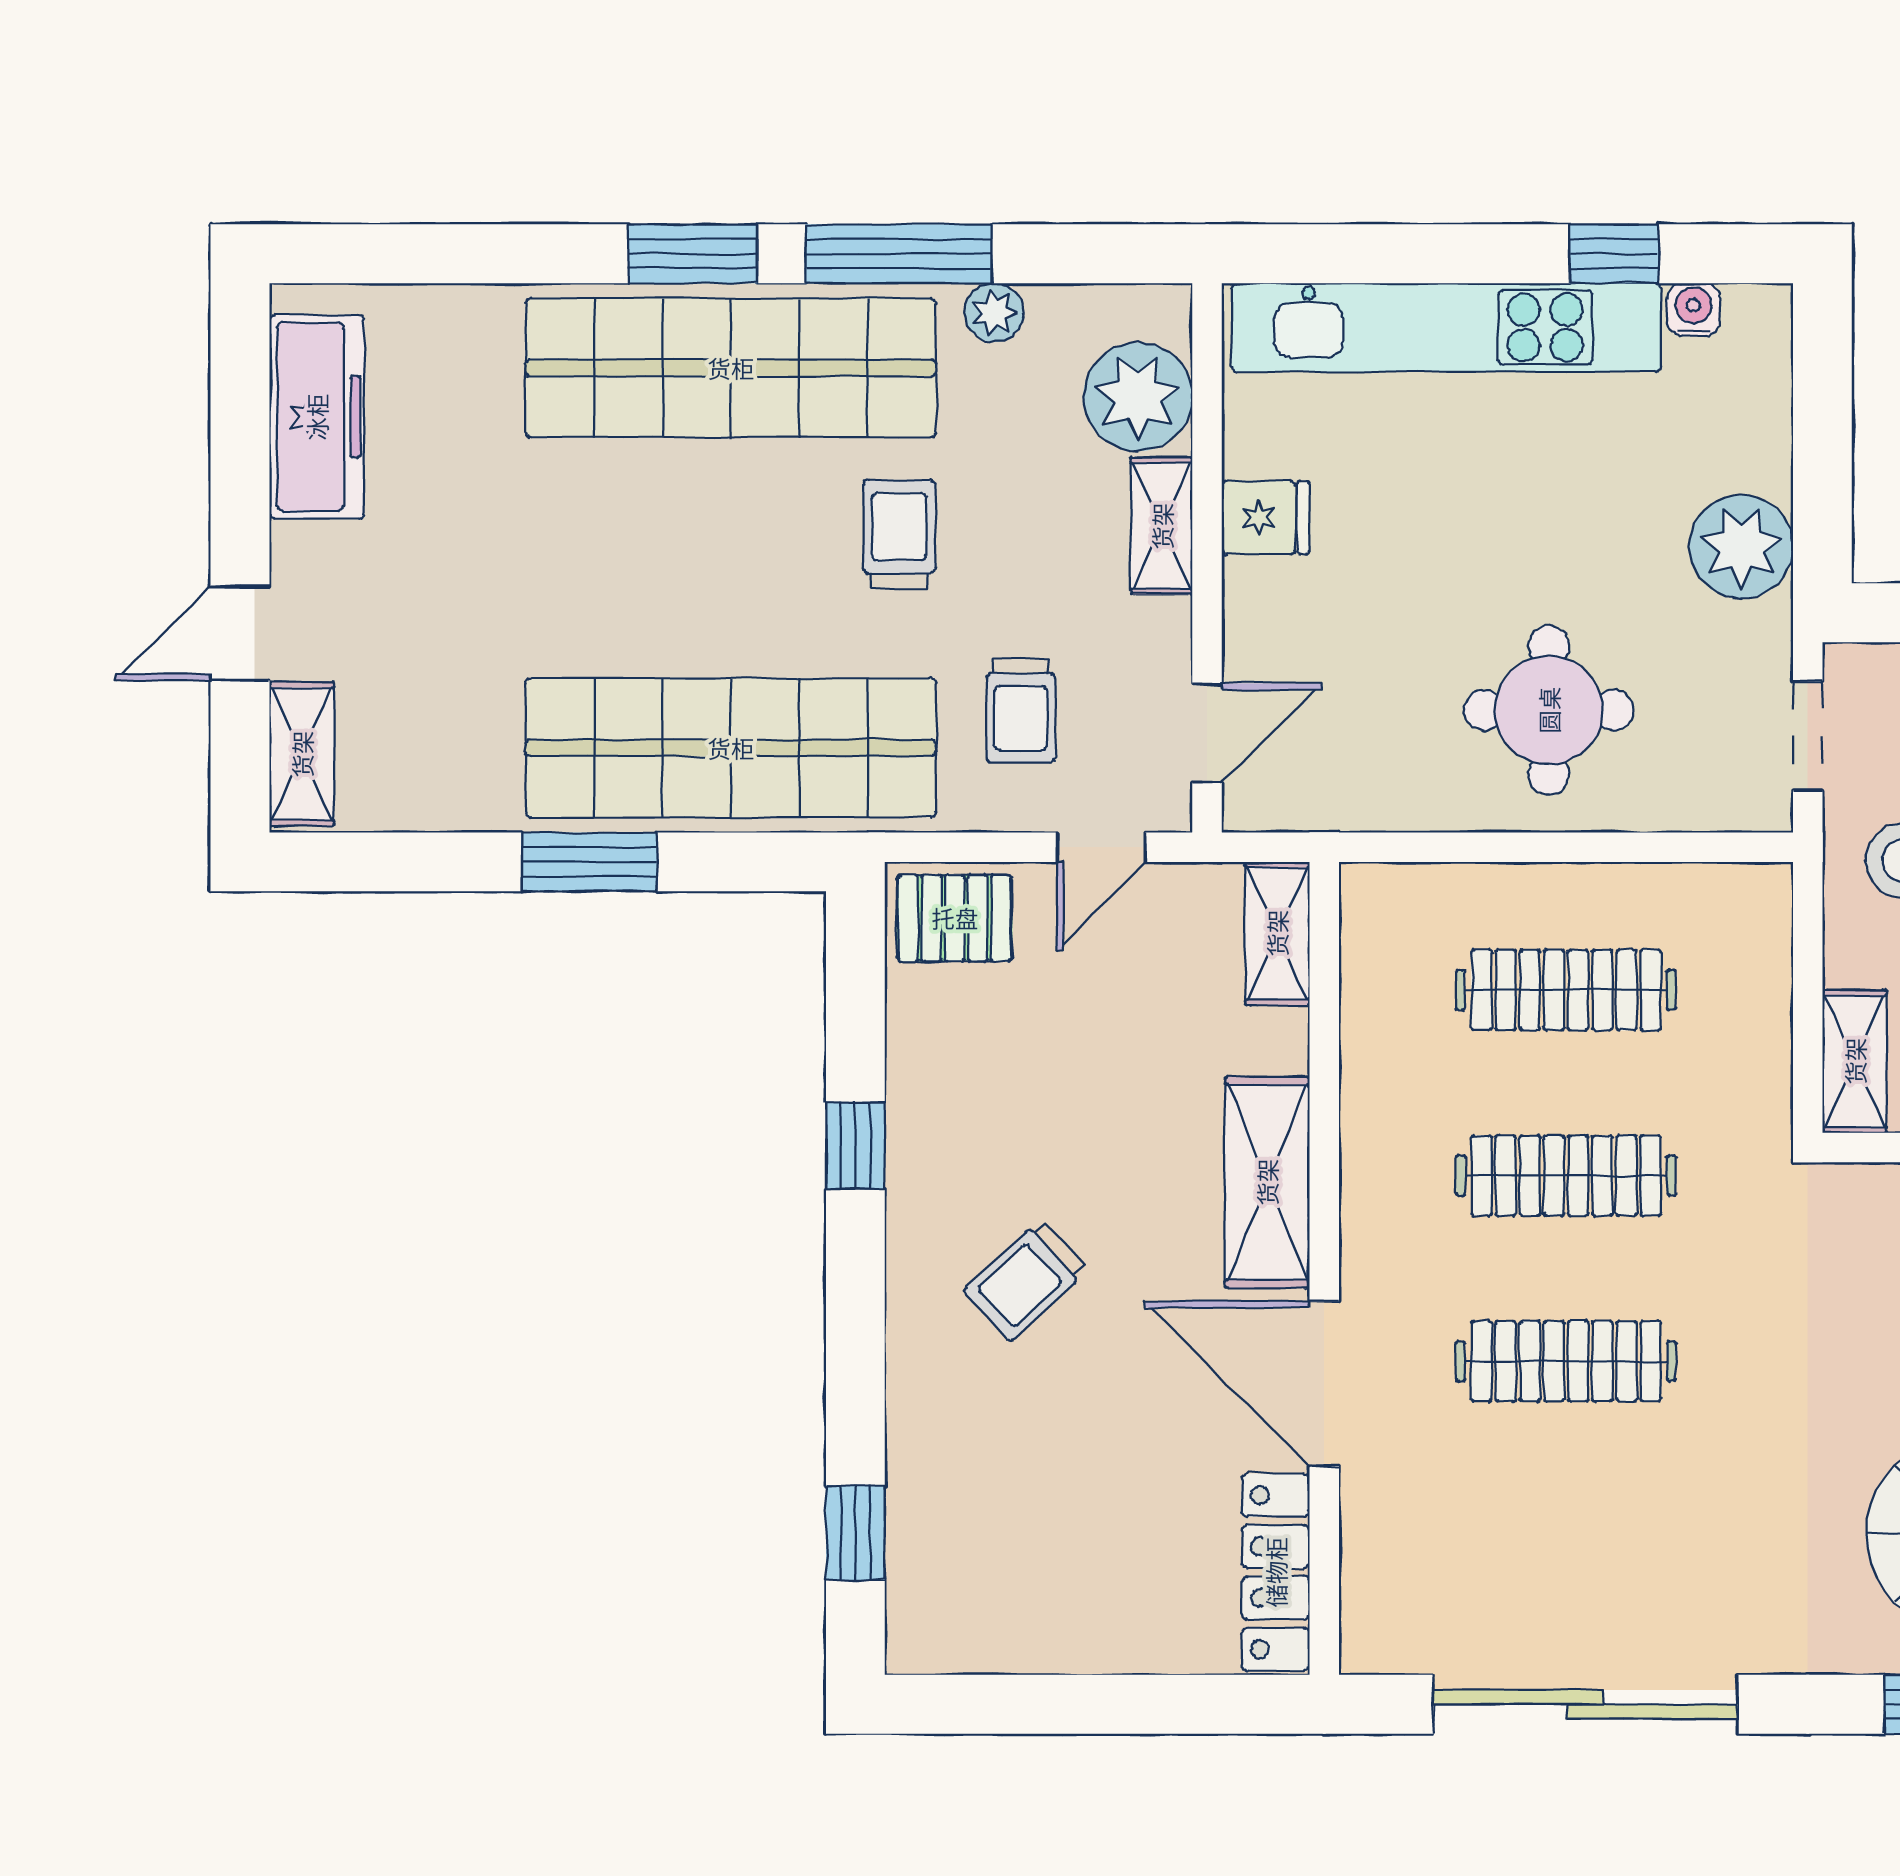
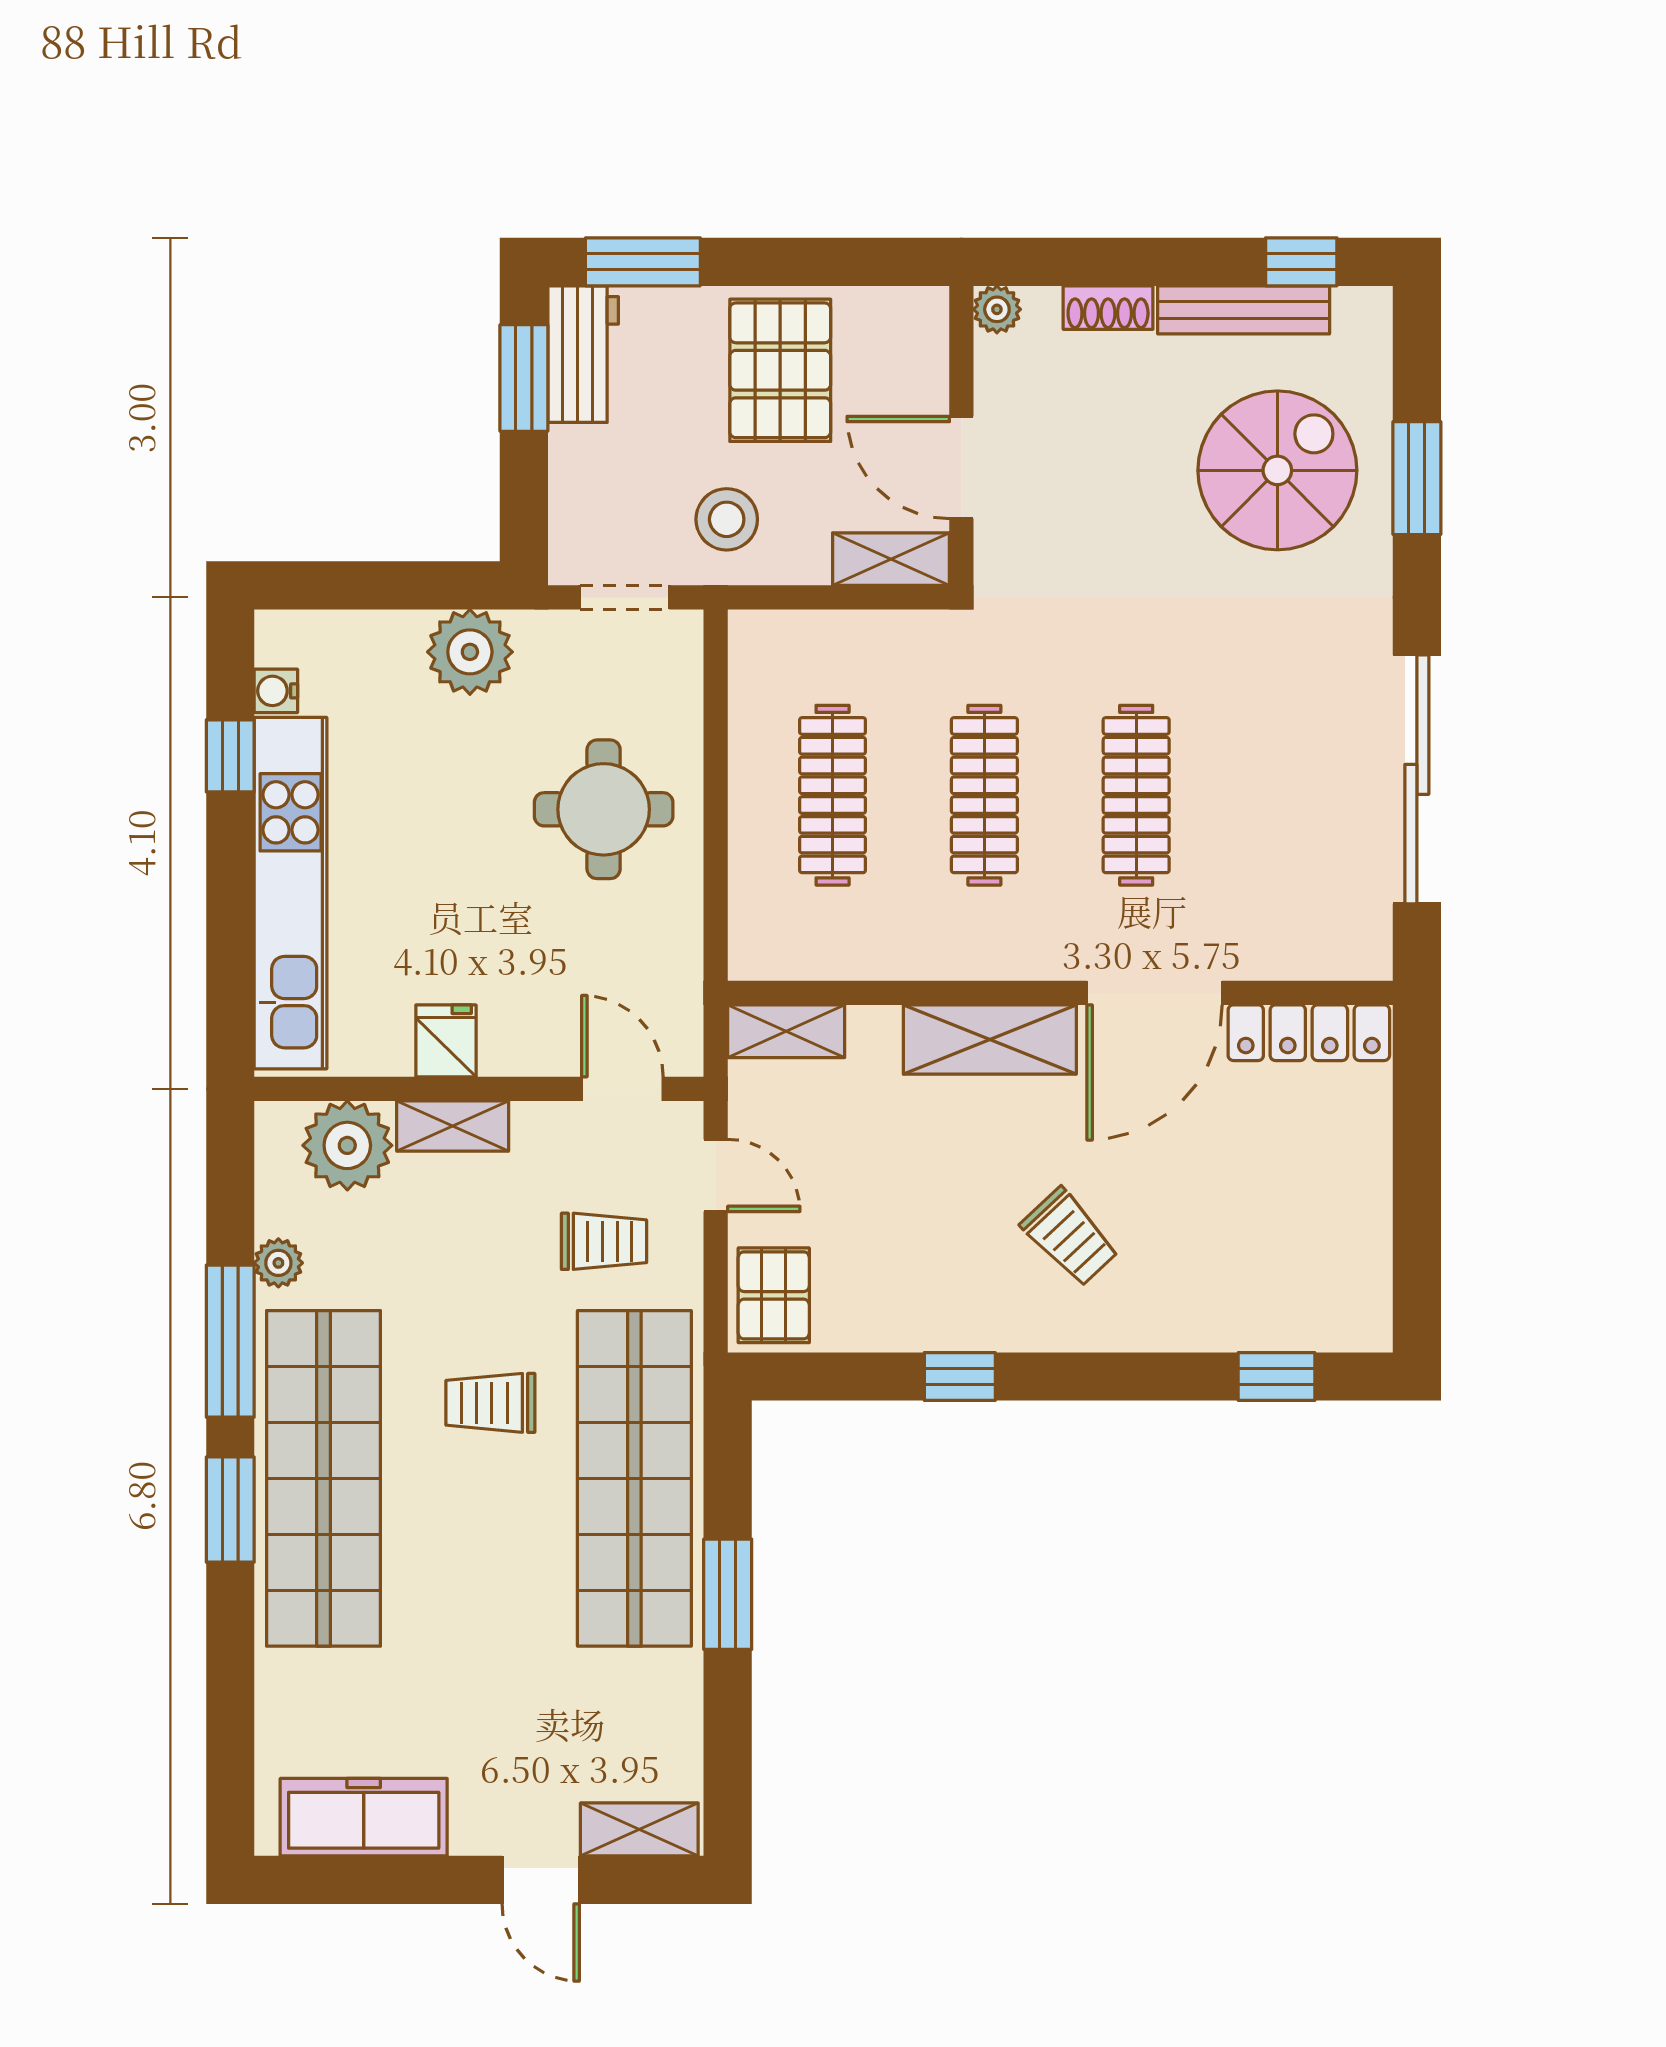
trolley: (899, 534) -> (490, 1403), moved

